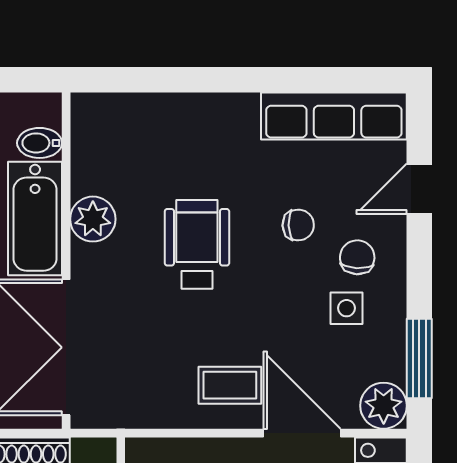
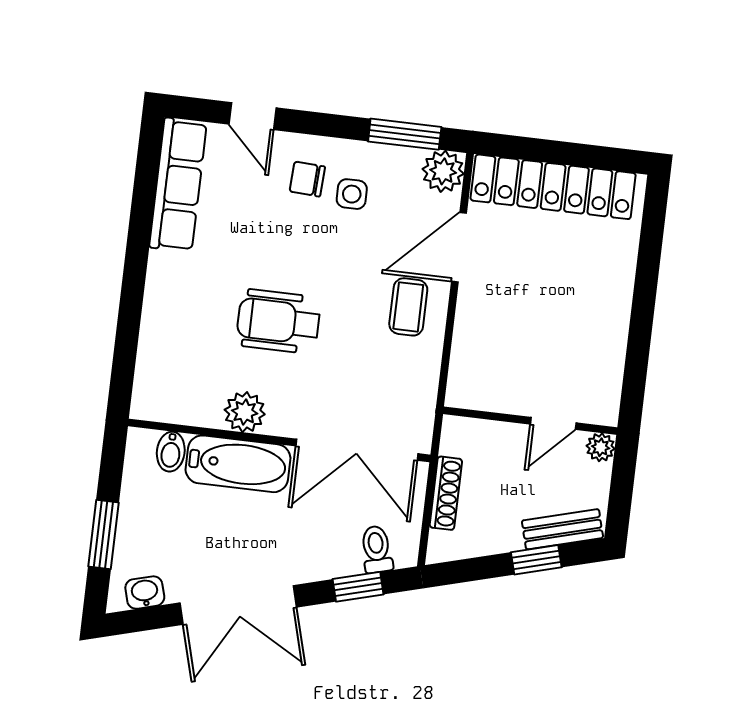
chair: (298, 225) -> (272, 228), removed

